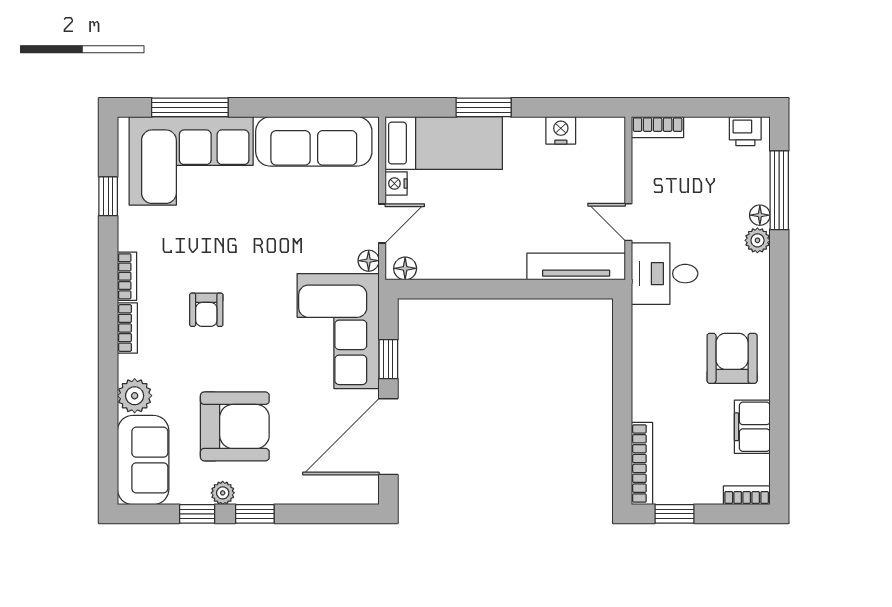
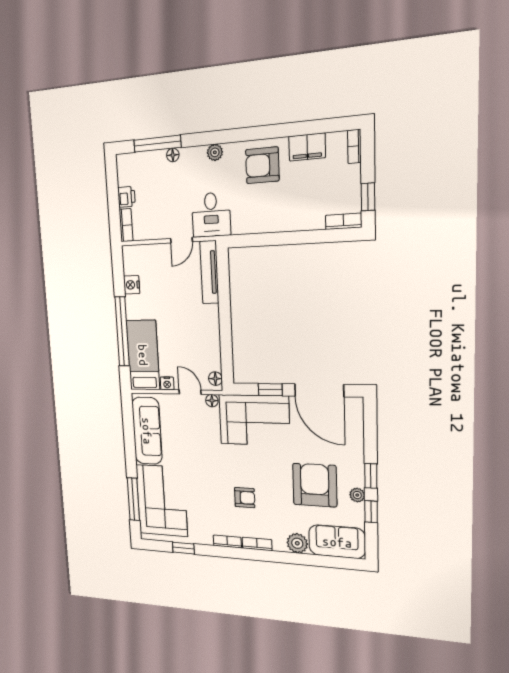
window: (484, 107) -> (122, 332), width x2.11
printer: (745, 131) -> (126, 197), moved
plant: (757, 240) -> (215, 152), moved
bookcase: (642, 463) -> (344, 221), width x0.64

